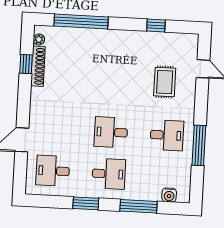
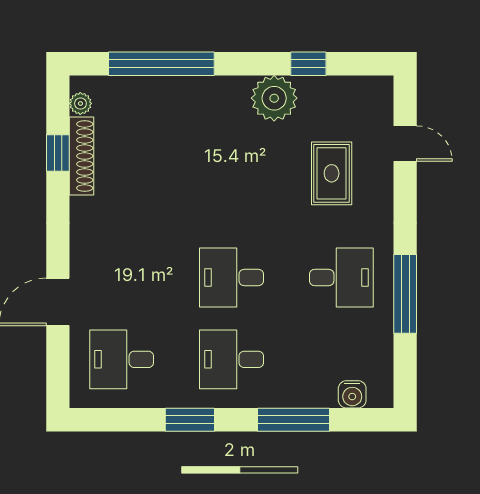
plant: (138, 42) -> (274, 98), added
desk: (109, 174) -> (232, 359), turned 180

